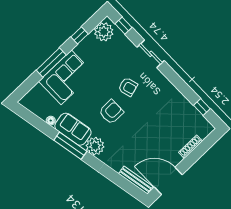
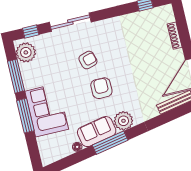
window: (79, 35) -> (16, 76), width x2.17
sliding door: (151, 54) -> (70, 22), width x1.37

